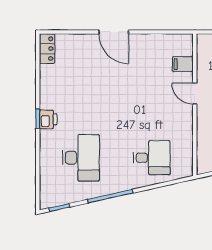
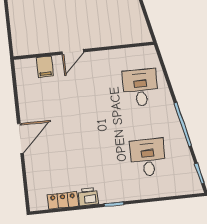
locker: (47, 49) -> (63, 200), moved
printer: (48, 119) -> (88, 197), moved
desk: (81, 158) -> (148, 157), width x0.73

